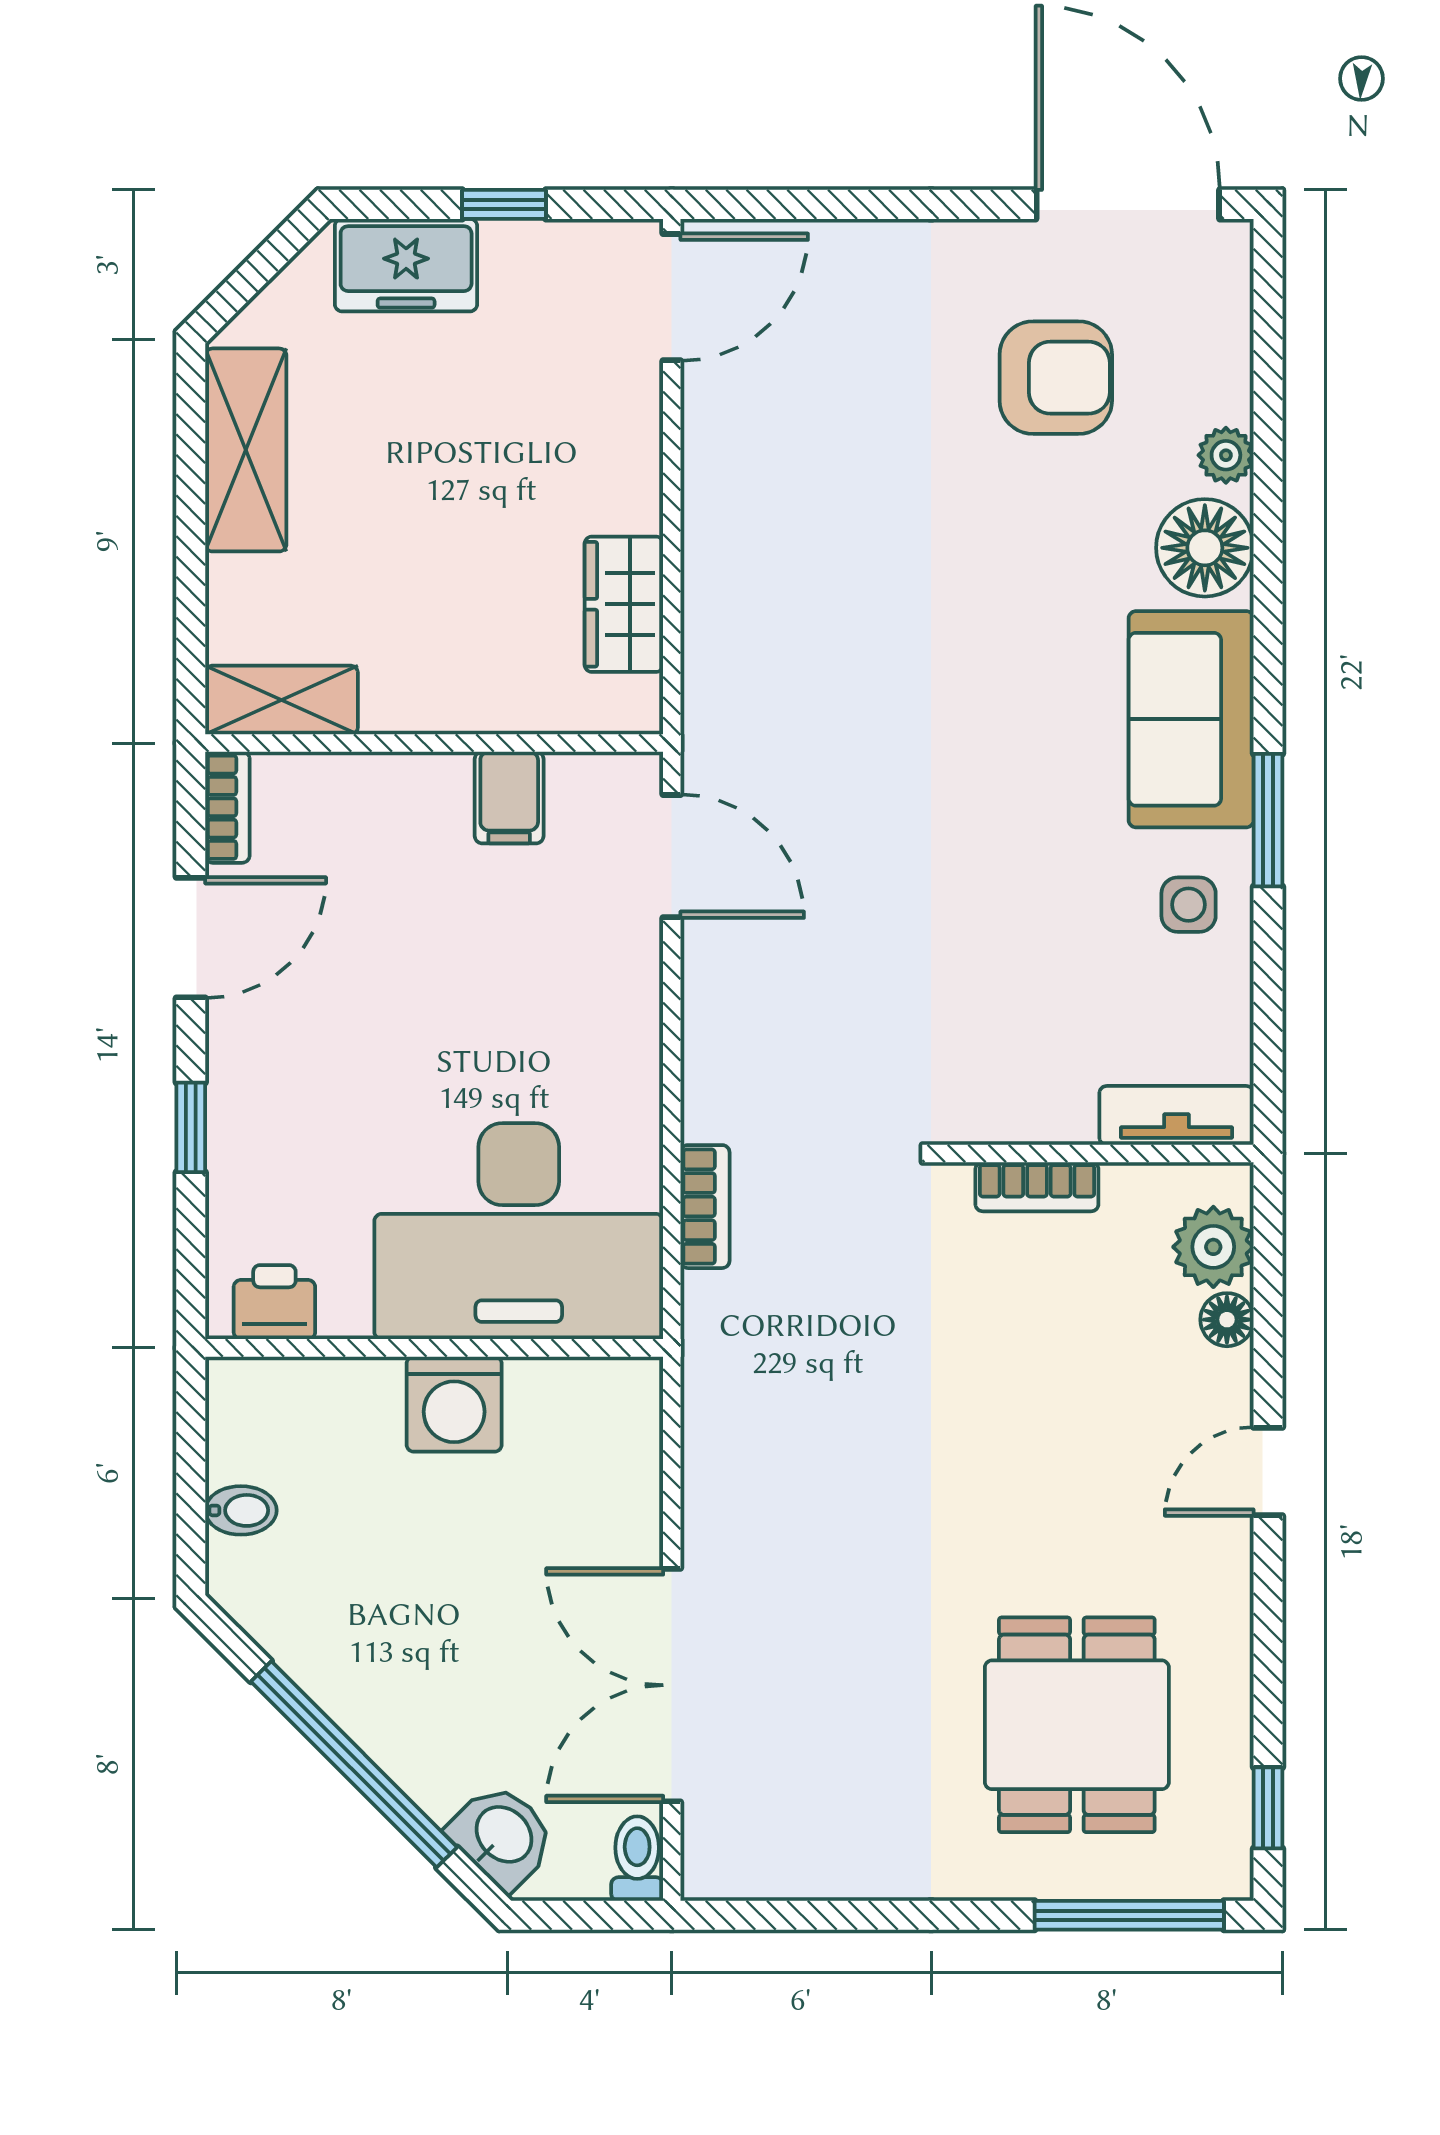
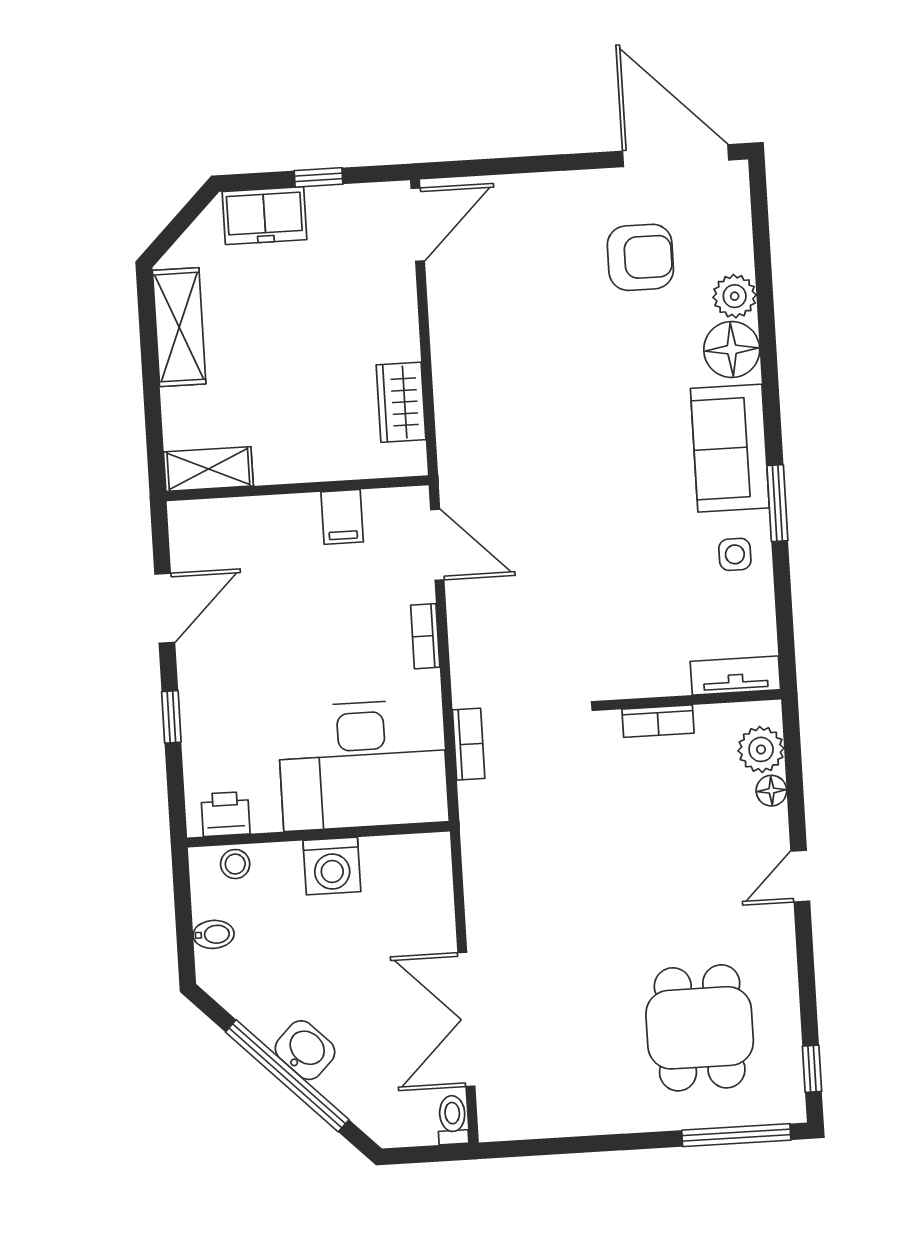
plant: (1226, 455) -> (735, 296), width x1.38, depth x1.38
bookcase: (227, 807) -> (425, 636), moved, turned 180
stool: (286, 1390) -> (235, 864), added
washbasin: (502, 1836) -> (305, 1050), moved

